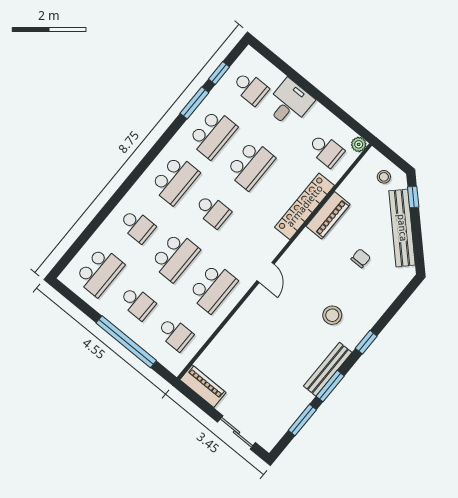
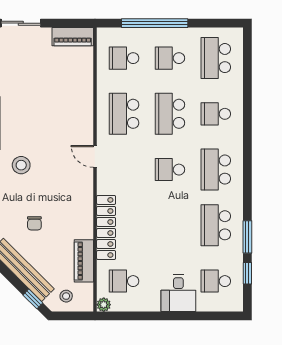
school desk: (250, 165) -> (170, 225), removed
piano: (328, 215) -> (84, 261), moved

